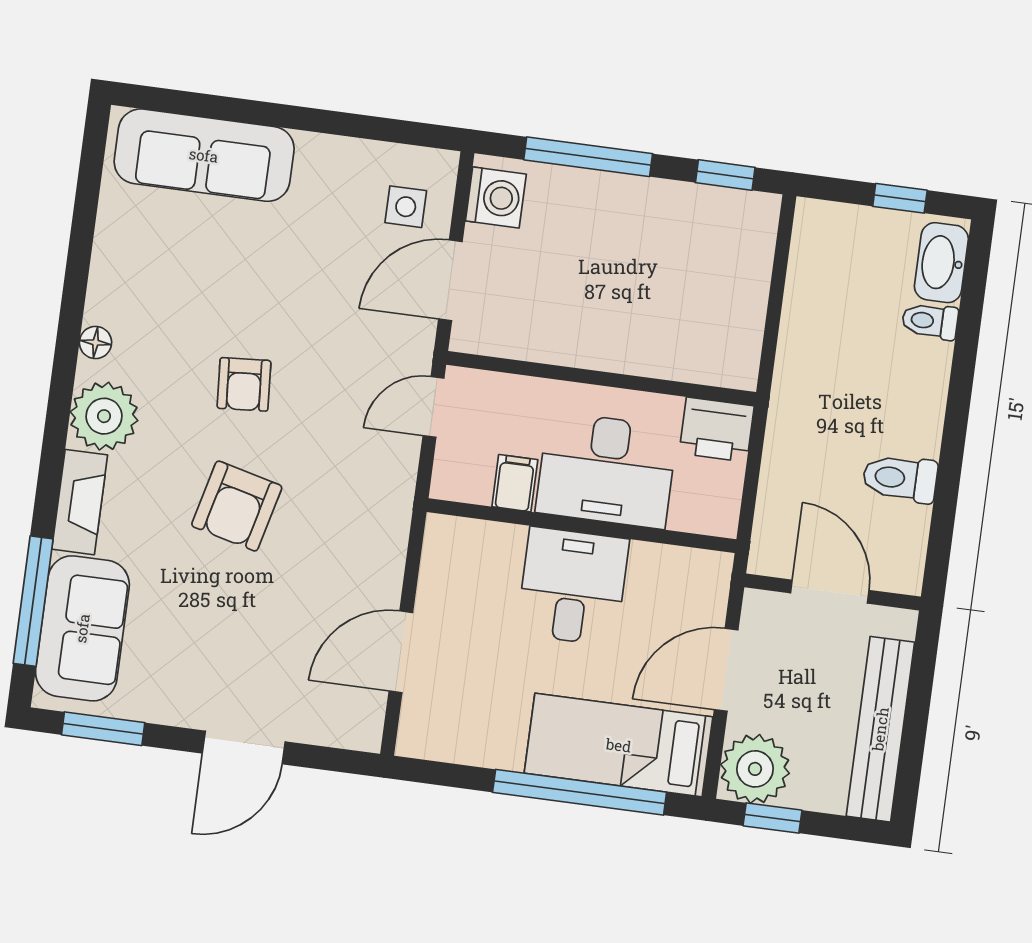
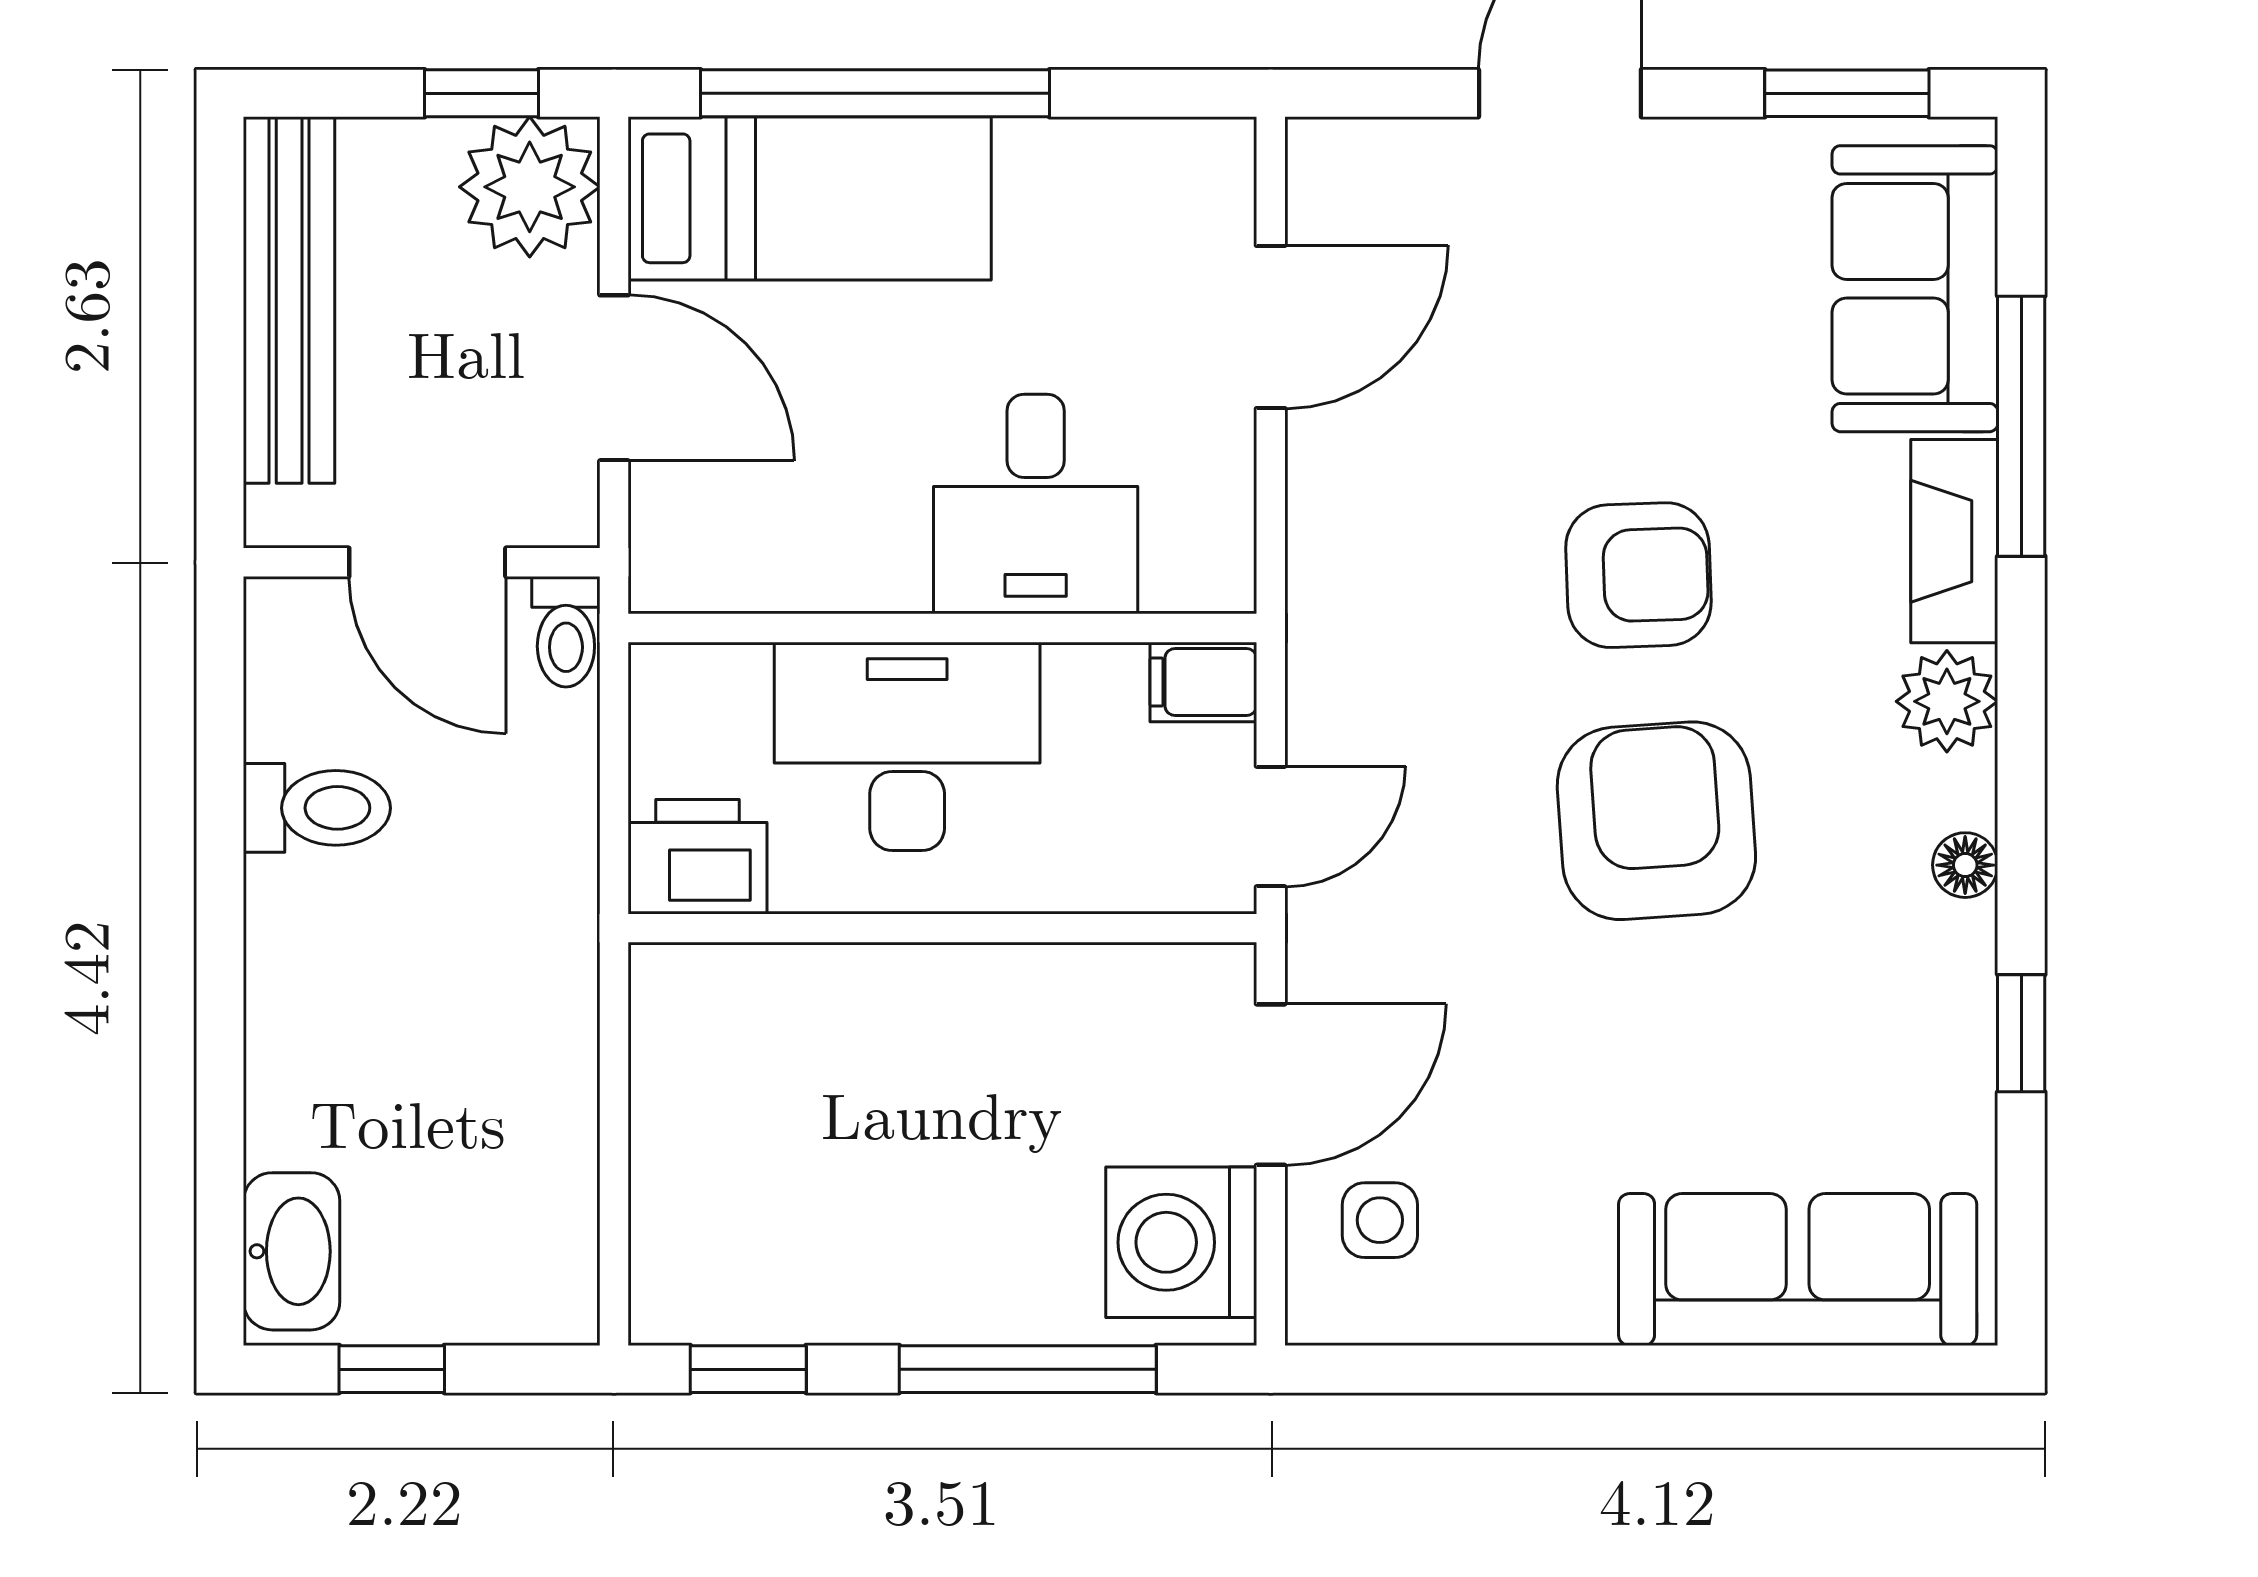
washing machine: (496, 197) -> (1181, 1242), width x1.37, depth x1.37
window: (79, 256) -> (2021, 1033), added
toilet: (930, 321) -> (566, 632), moved, turned 90
armchair: (244, 384) -> (1656, 821), width x1.88, depth x1.88
plant: (104, 416) -> (1947, 701), width x0.73, depth x0.73
filing cabinet: (515, 483) -> (1203, 682), moved, turned 90
armchair: (237, 506) -> (1638, 575), turned 74
desk: (573, 586) -> (1036, 504), moved
window: (33, 601) -> (2021, 426), moved
door: (726, 670) -> (614, 378), hinge flipped

